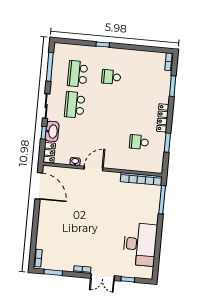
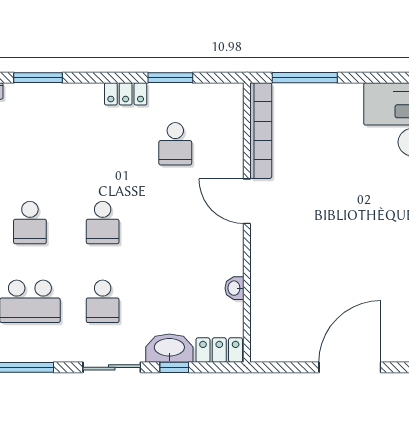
school desk: (75, 105) -> (103, 301), width x0.54
school desk: (108, 108) -> (103, 223), added
locker: (163, 118) -> (126, 94), width x0.66
door: (93, 169) -> (247, 201), moved
door: (39, 186) -> (350, 367), moved

